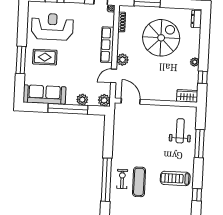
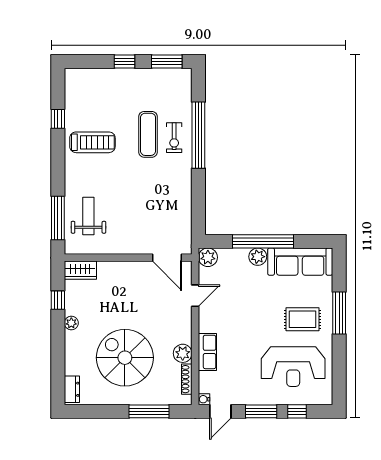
spiral stairs: (161, 38) -> (125, 358), turned 90
row of seats: (107, 45) -> (207, 352), width x0.68
plant: (122, 60) -> (183, 353), moved
plant: (82, 100) -> (258, 257), moved
weight bench: (180, 131) -> (88, 216), turned 180
window: (199, 144) -> (58, 218), moved

